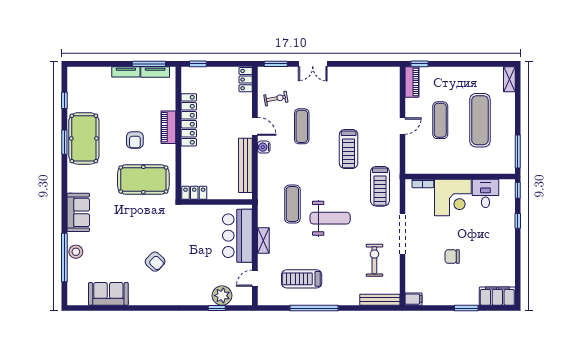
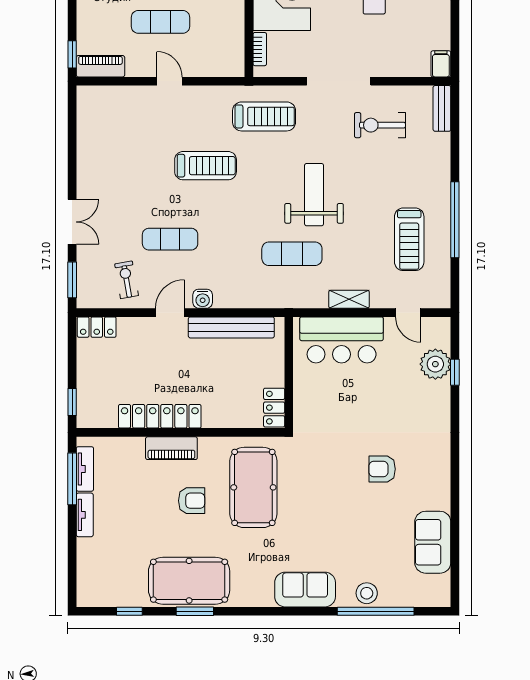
armchair: (155, 262) -> (382, 469), turned -134
bench: (380, 300) -> (442, 108), width x0.73

